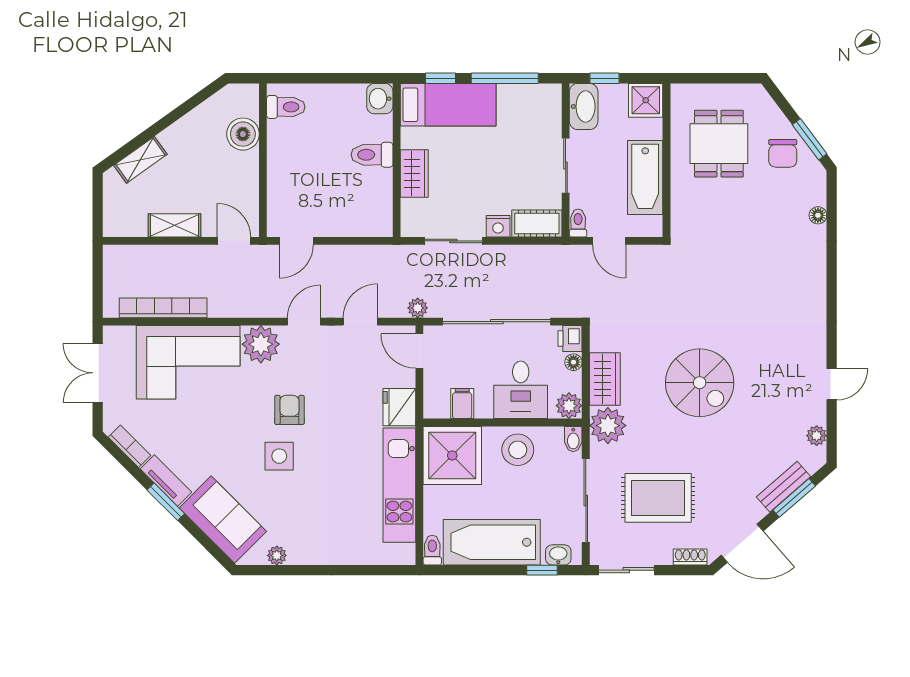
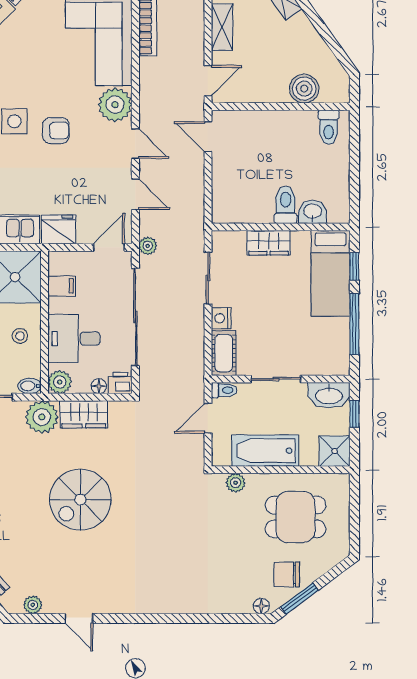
washbasin: (380, 99) -> (313, 212), moved
plant: (681, 210) -> (236, 483), added
floor lamp: (818, 215) -> (261, 606), moved
stool: (518, 450) -> (20, 336), width x0.53, depth x0.53

